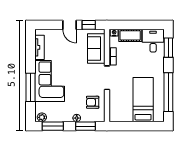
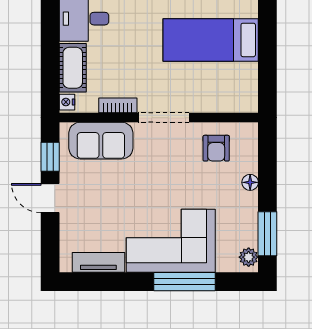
door: (69, 25) -> (50, 198), swing flipped
window: (86, 126) -> (267, 164), removed

